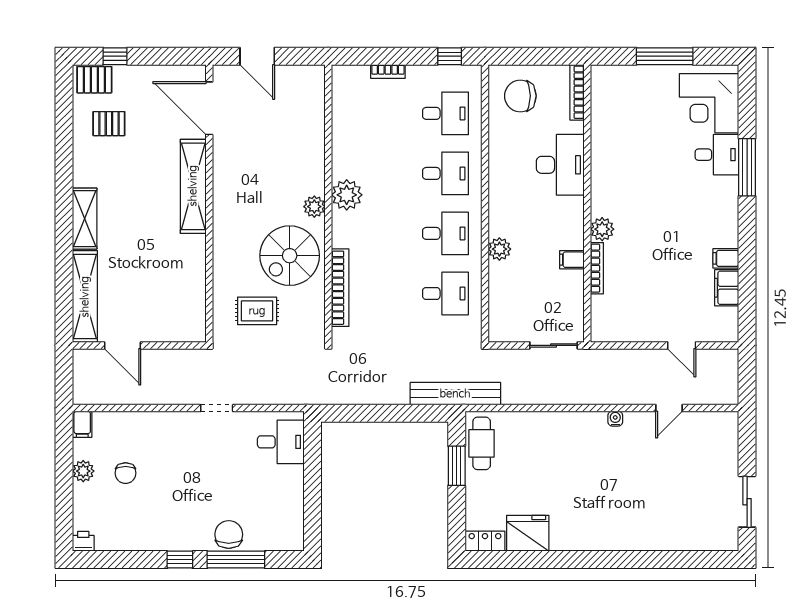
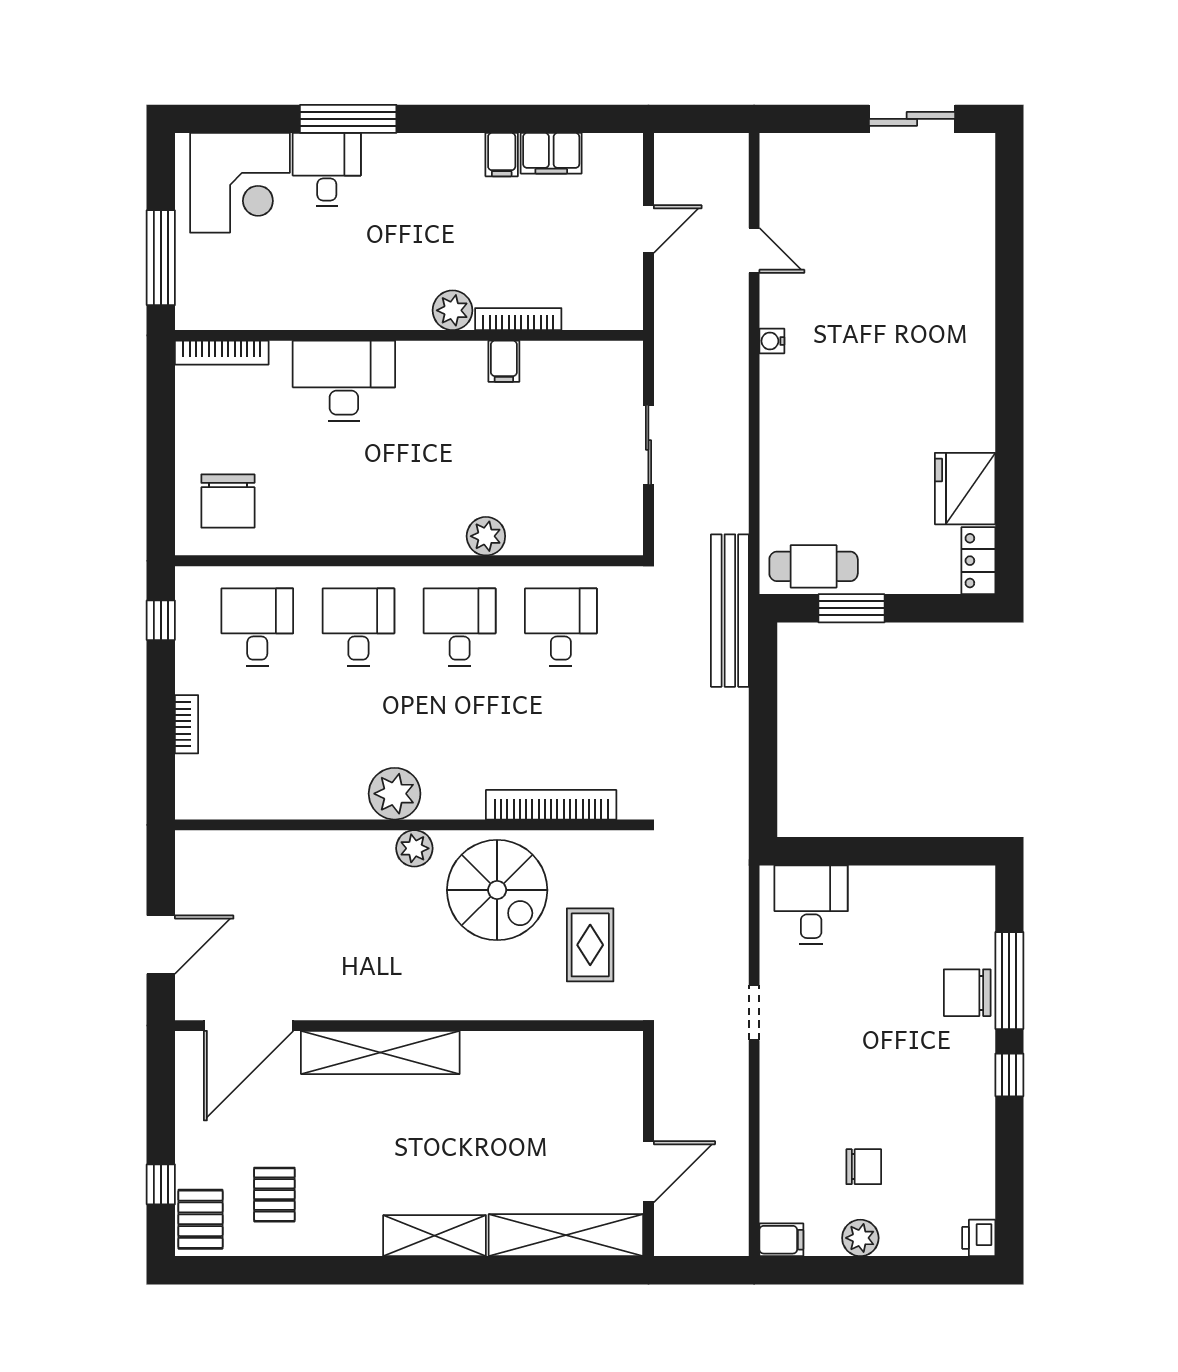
bookcase: (577, 92) -> (222, 353), moved
desk: (560, 165) -> (344, 381), moved
wall: (587, 203) -> (409, 335), moved
plant: (602, 229) -> (452, 310), moved
filing cabinet: (572, 260) -> (504, 361), moved
bookcase: (597, 268) -> (518, 319), moved

